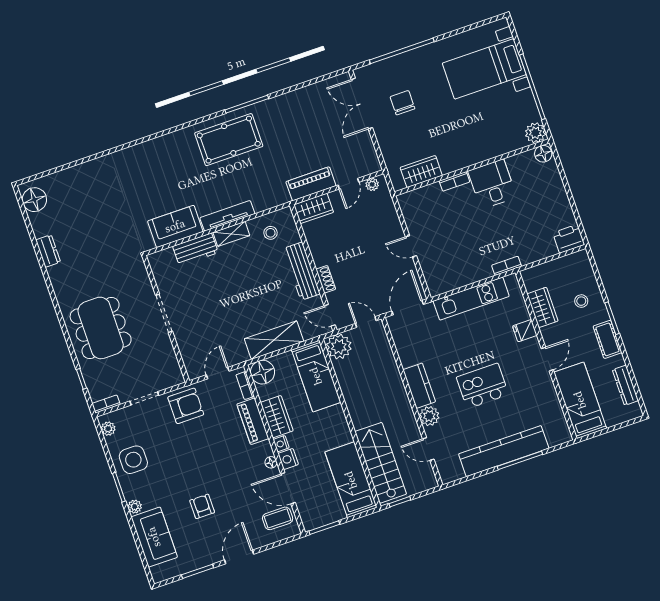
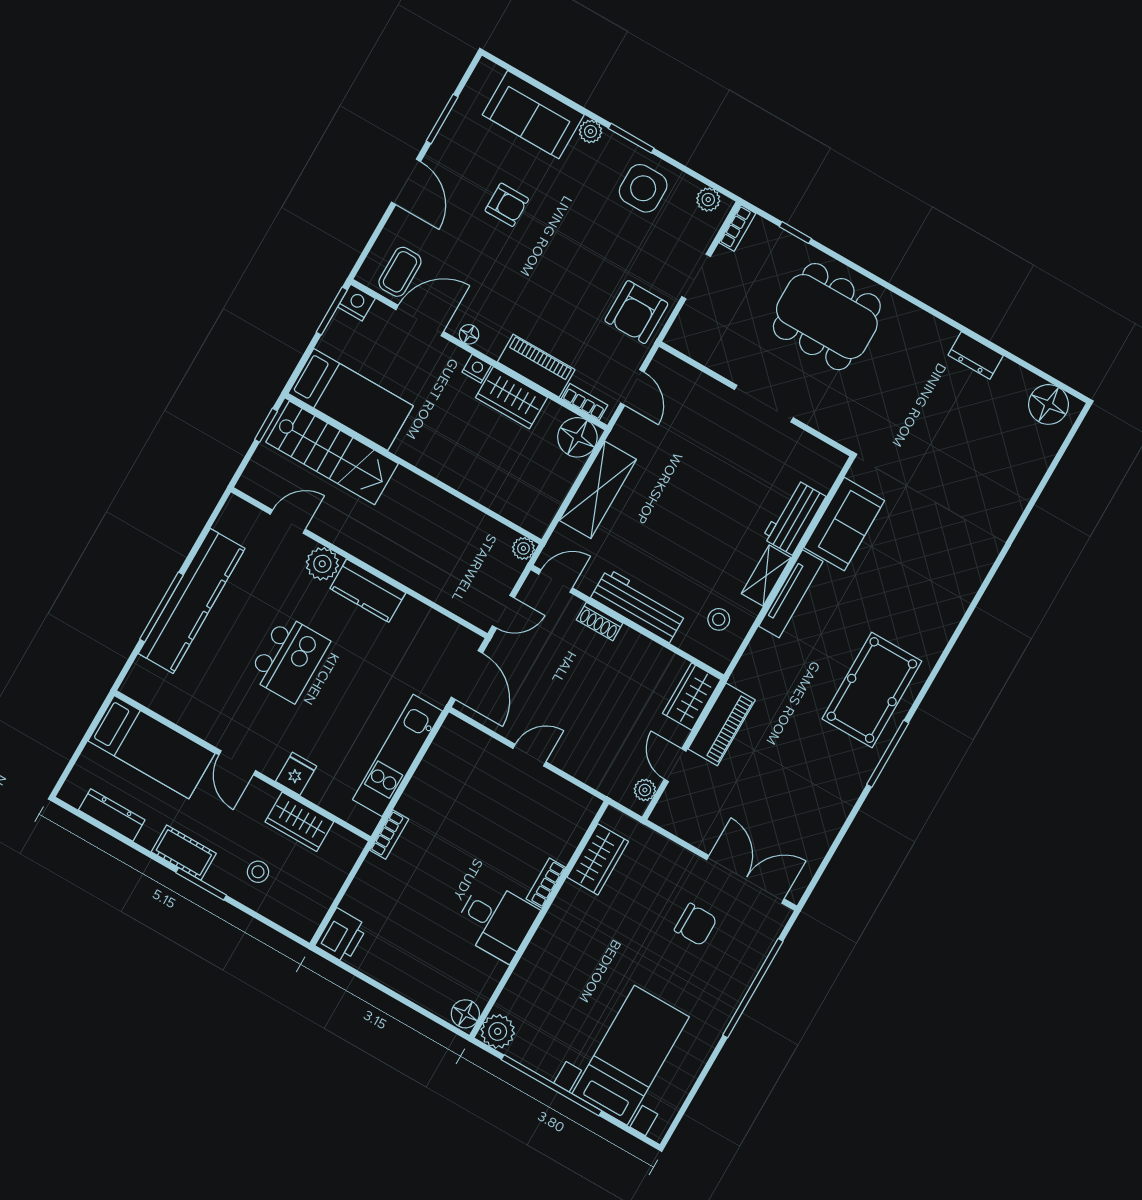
plant: (339, 347) -> (523, 548), width x0.53, depth x0.53
bed: (316, 376) -> (507, 491), removed
nightstand: (288, 459) -> (356, 303), moved

